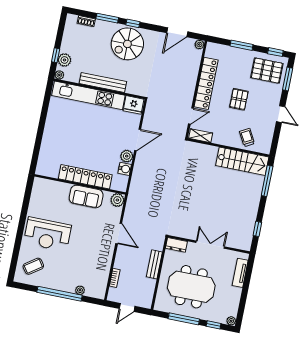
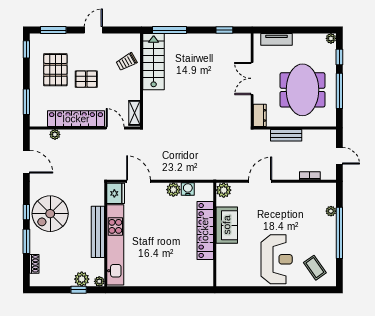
spiral stairs: (127, 44) -> (50, 214), turned 90
plant: (199, 45) -> (55, 134), moved
window: (242, 45) -> (26, 102), moved
pallet: (267, 71) -> (55, 70), moved
door: (138, 140) -> (139, 181), moved

